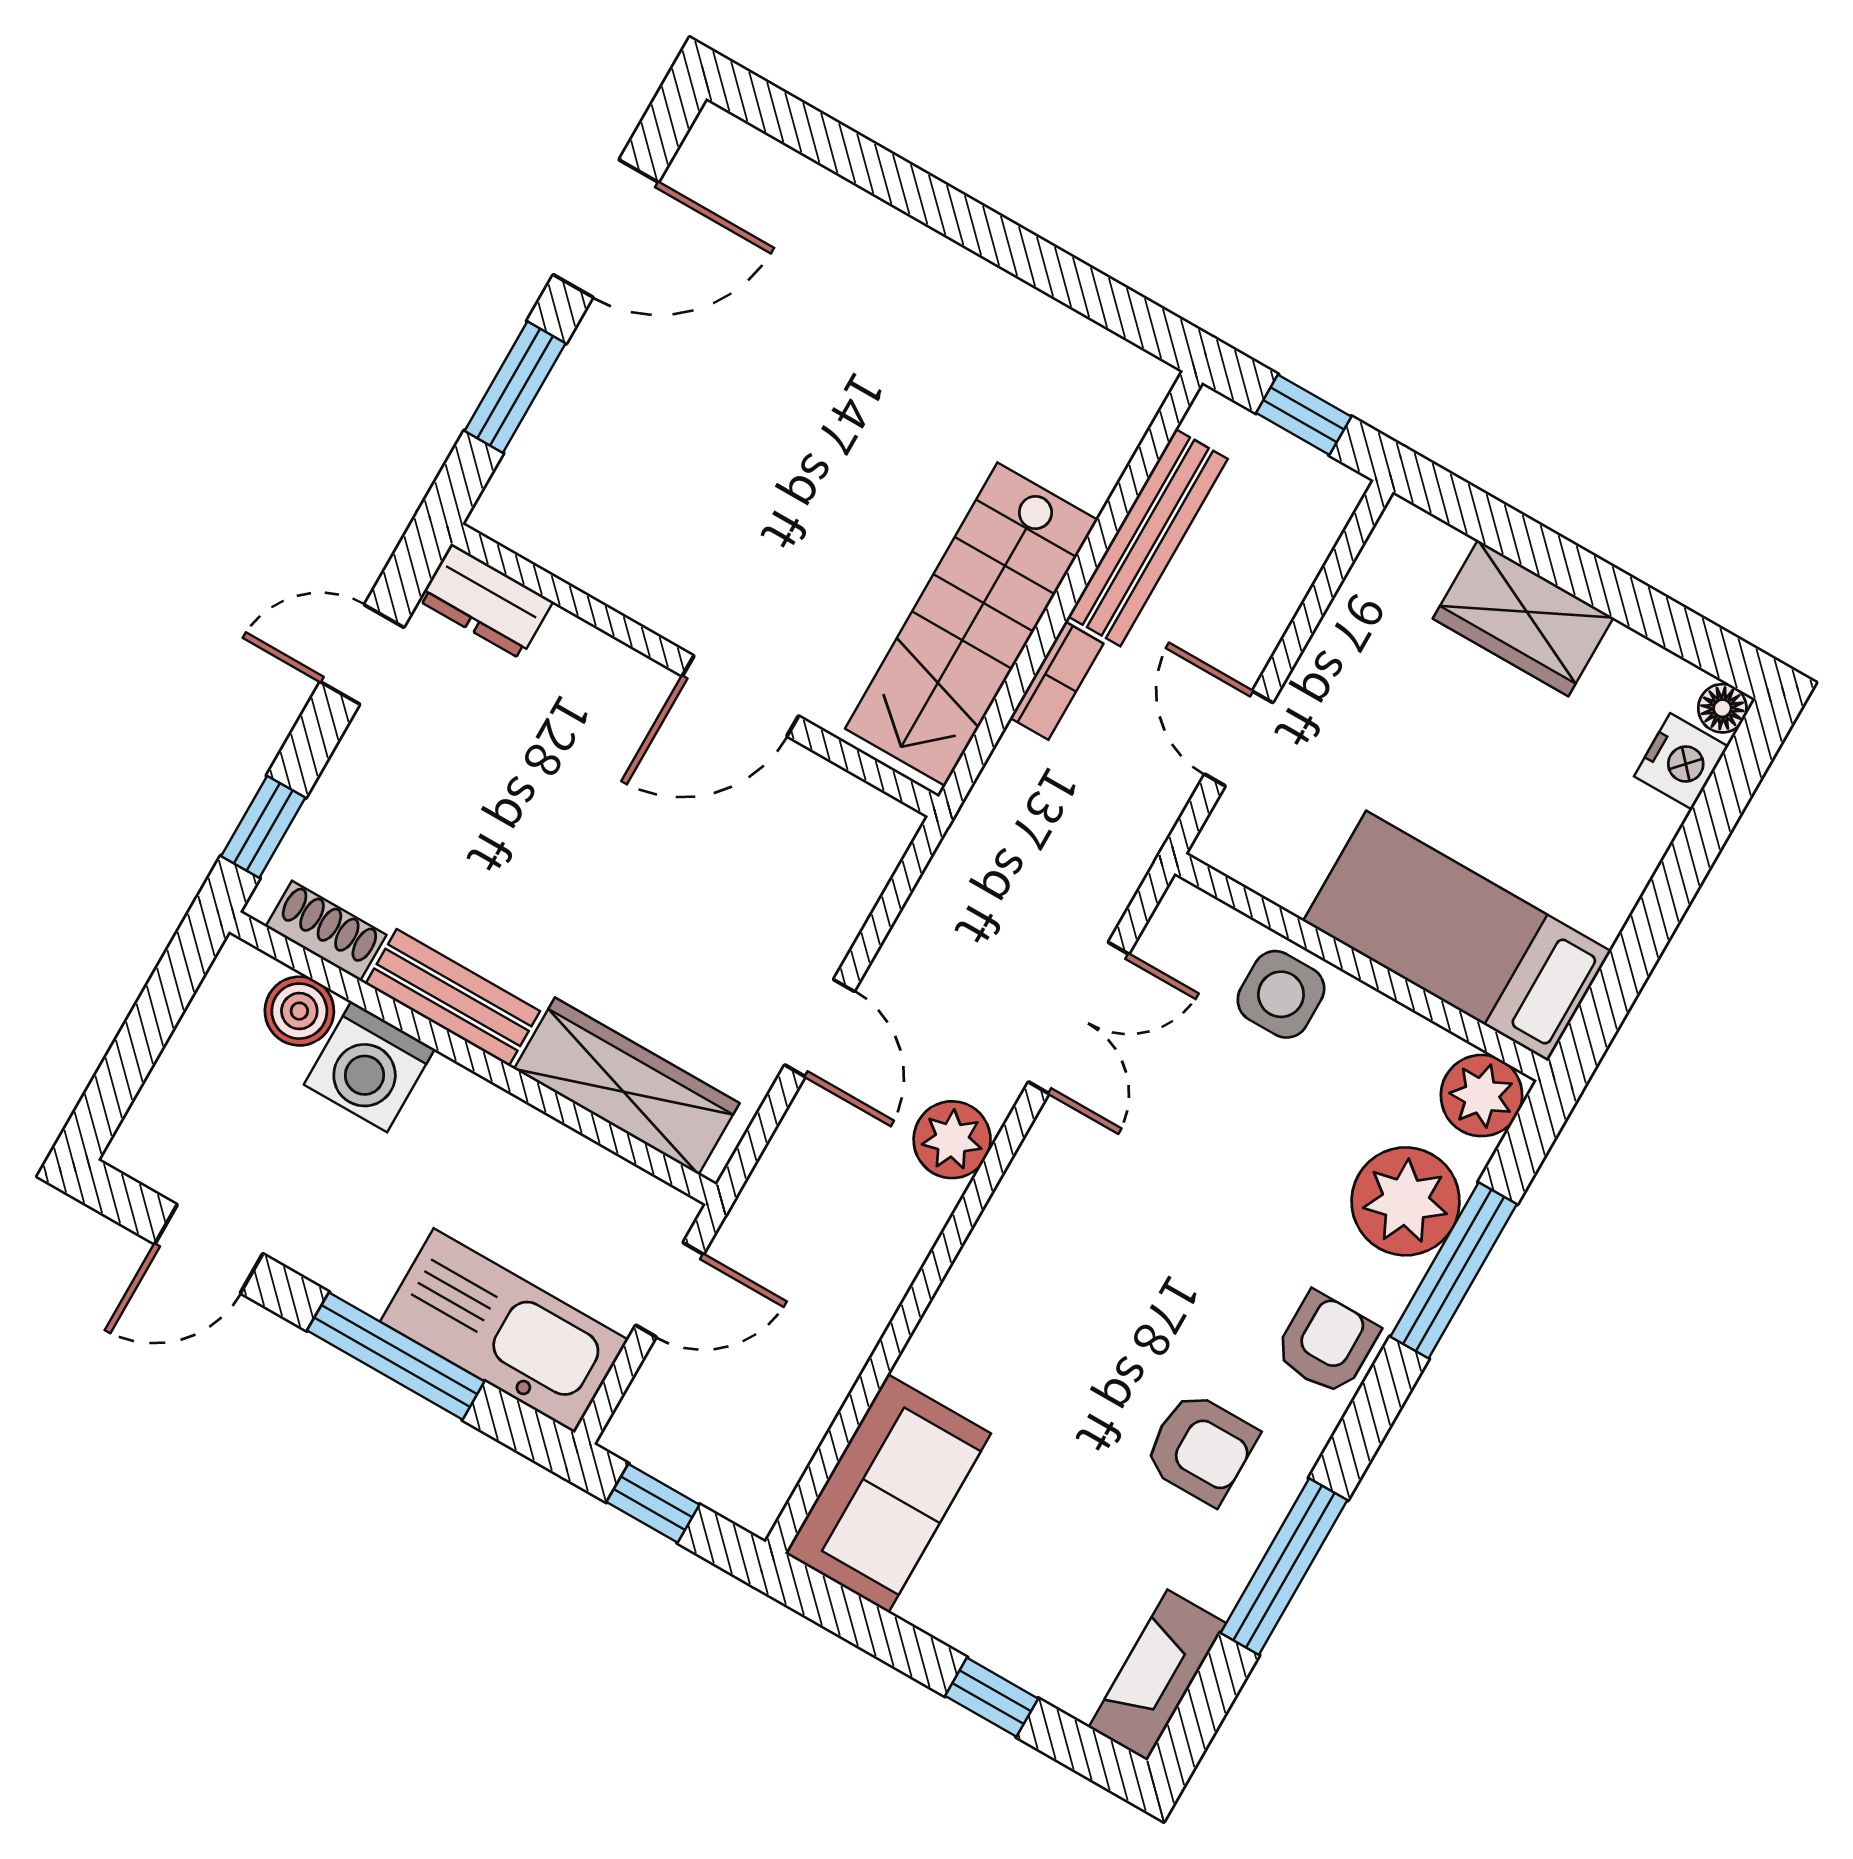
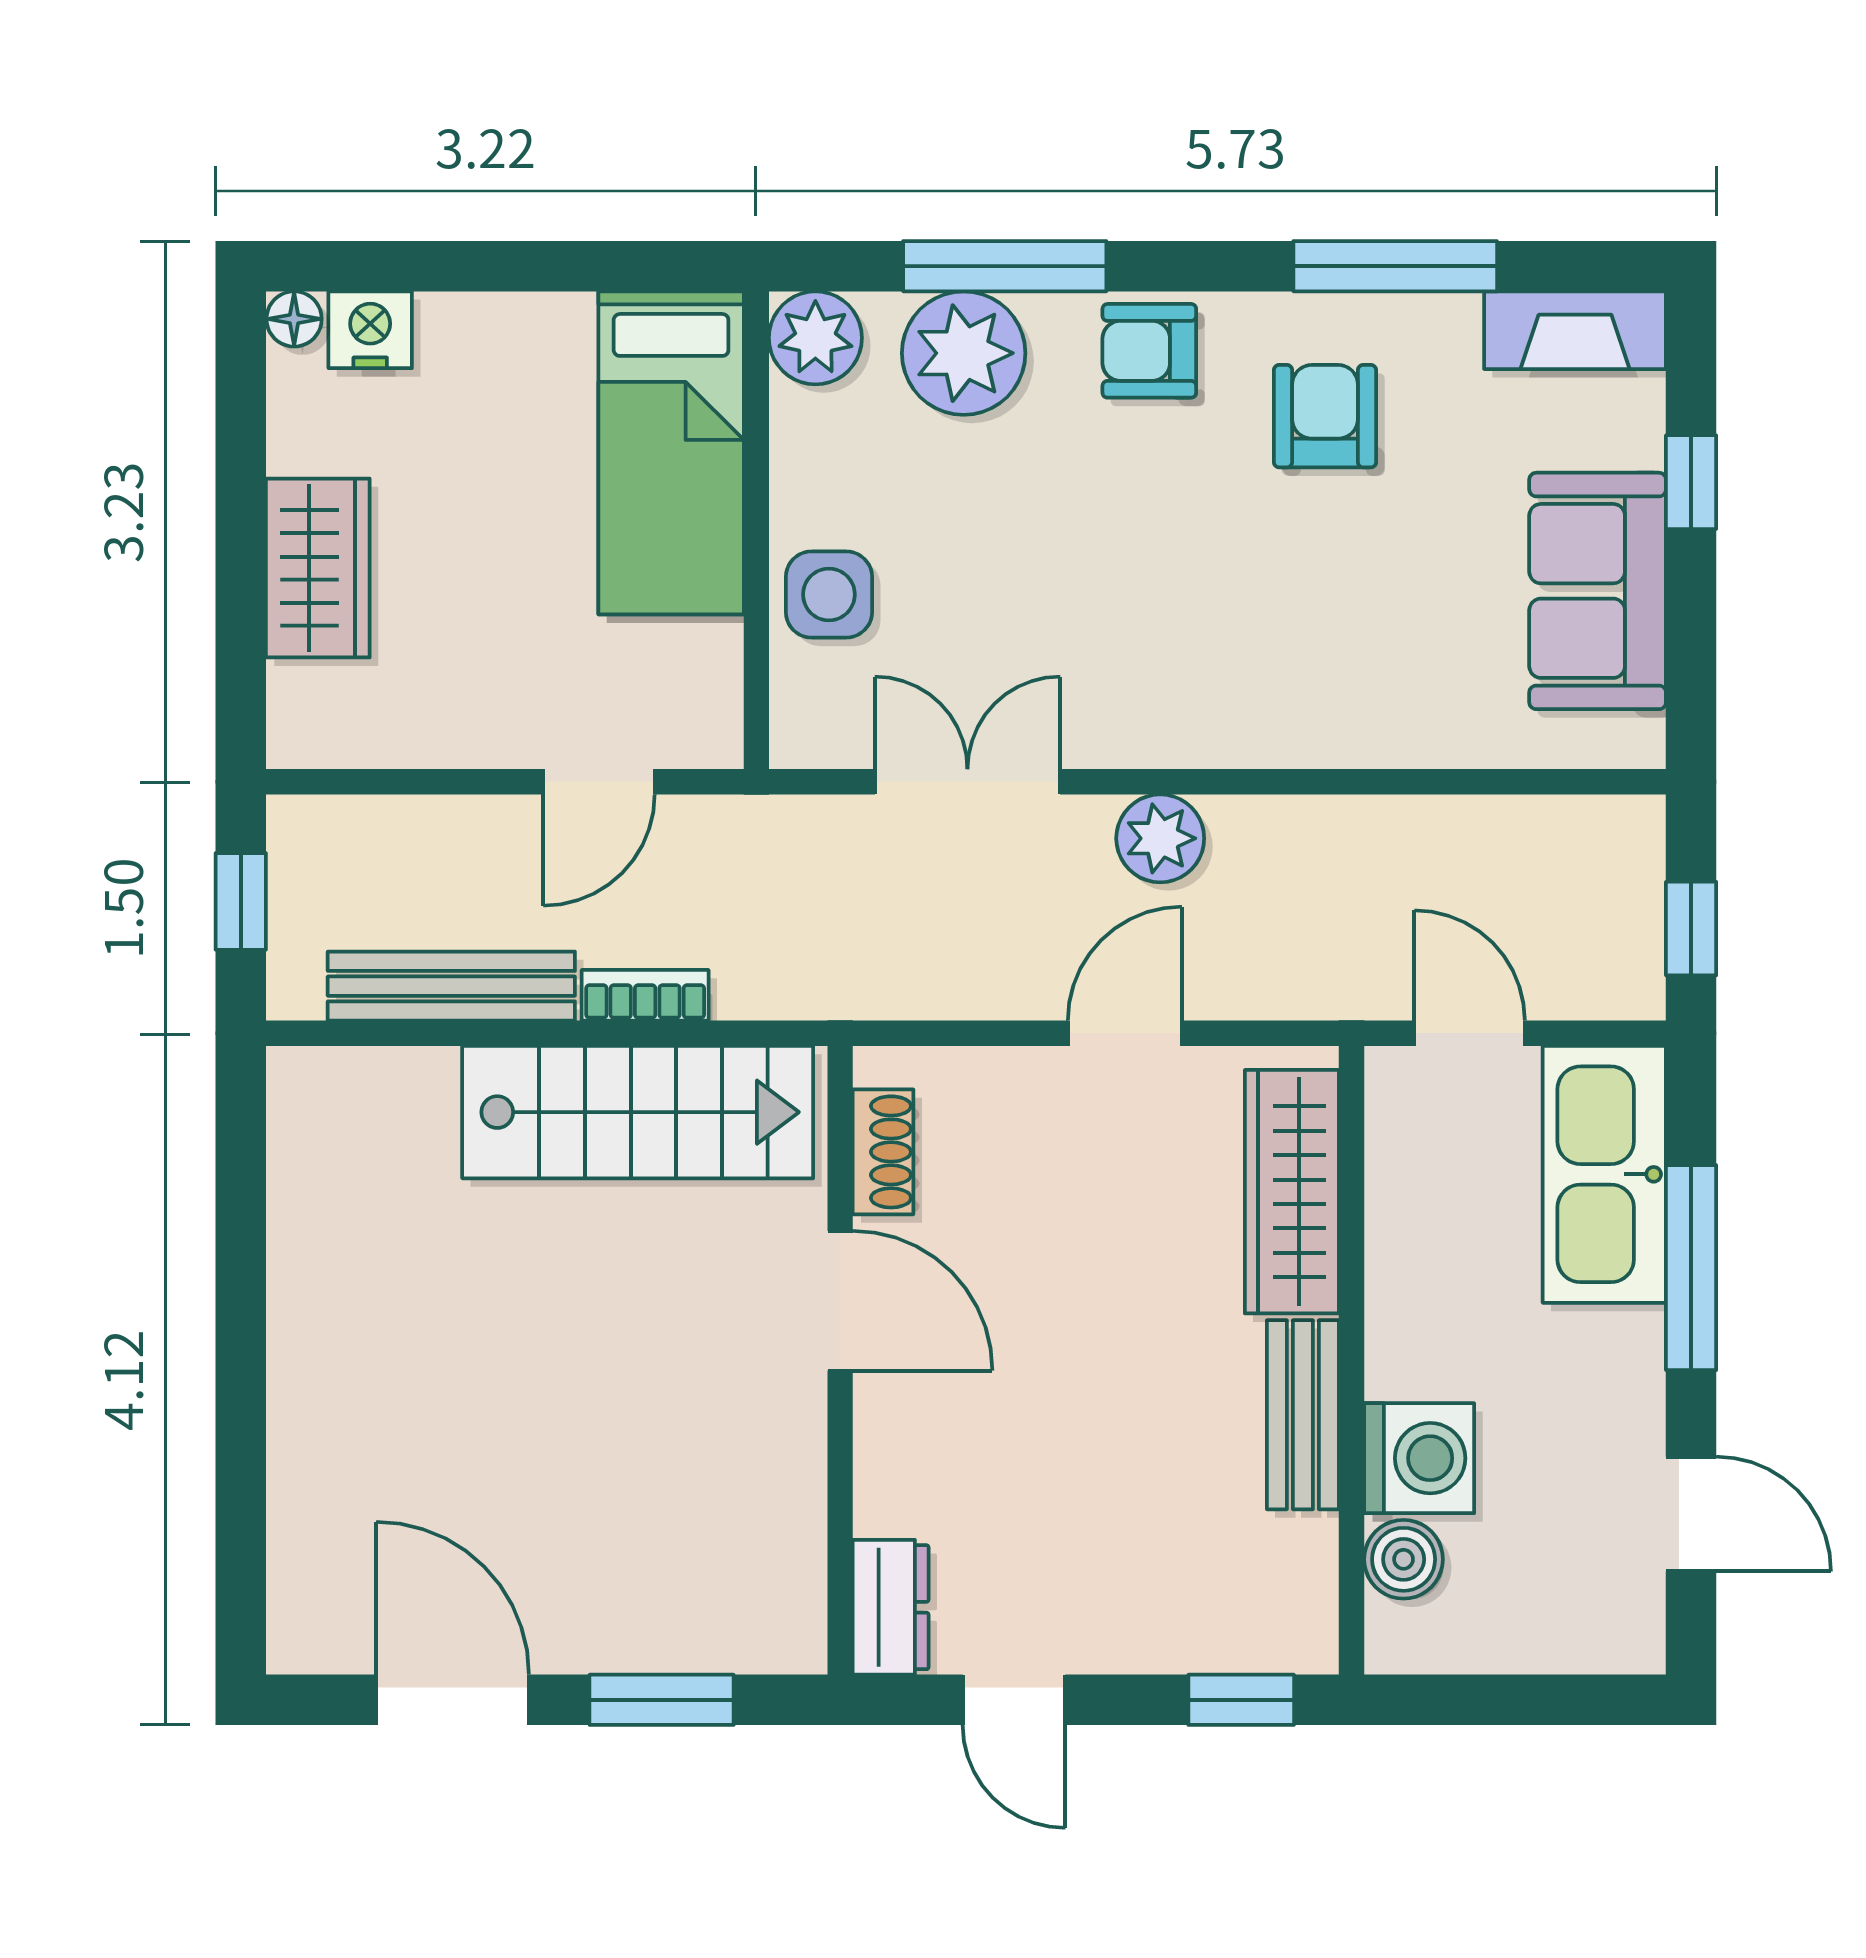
shoe rack: (326, 931) -> (883, 1152), moved, turned 180
sofa: (888, 1493) -> (1598, 591), moved, turned -90

